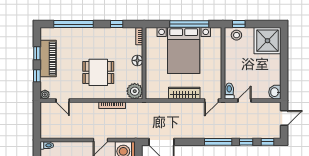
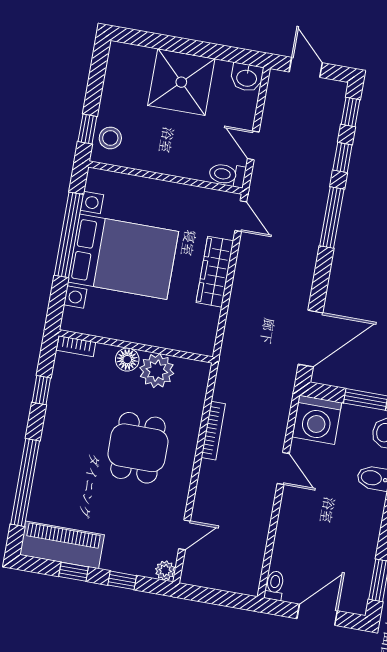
shower: (267, 41) -> (181, 82), moved
piano: (48, 58) -> (62, 545), moved
plant: (135, 91) -> (157, 371), moved

